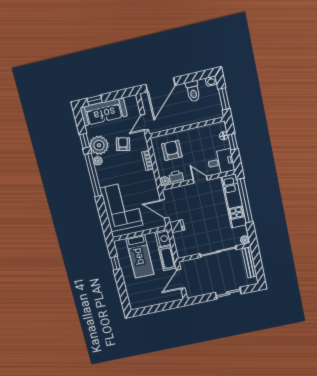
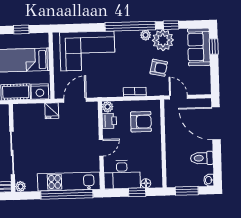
sofa: (104, 112) -> (199, 47), width x0.73
desk: (221, 162) -> (122, 175), width x1.37

